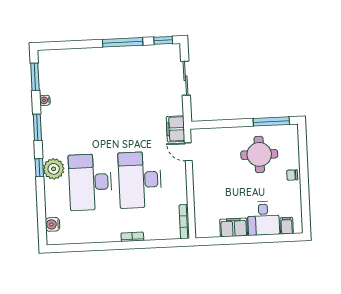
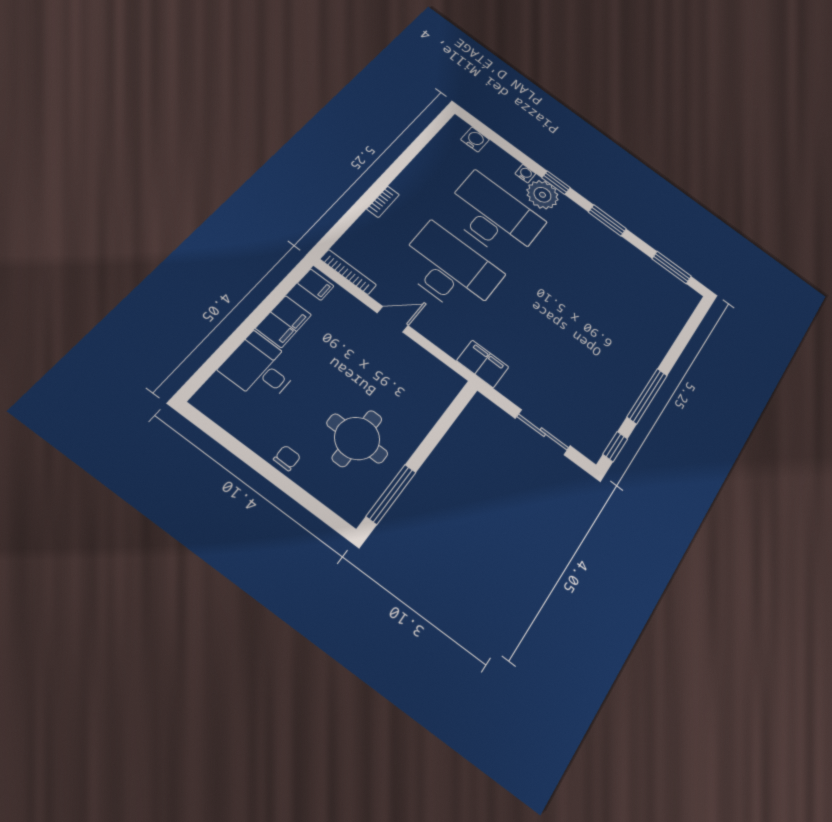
water cooler: (45, 100) -> (525, 174), moved
door: (188, 152) -> (393, 319), moved
filing cabinet: (287, 226) -> (316, 285), moved

